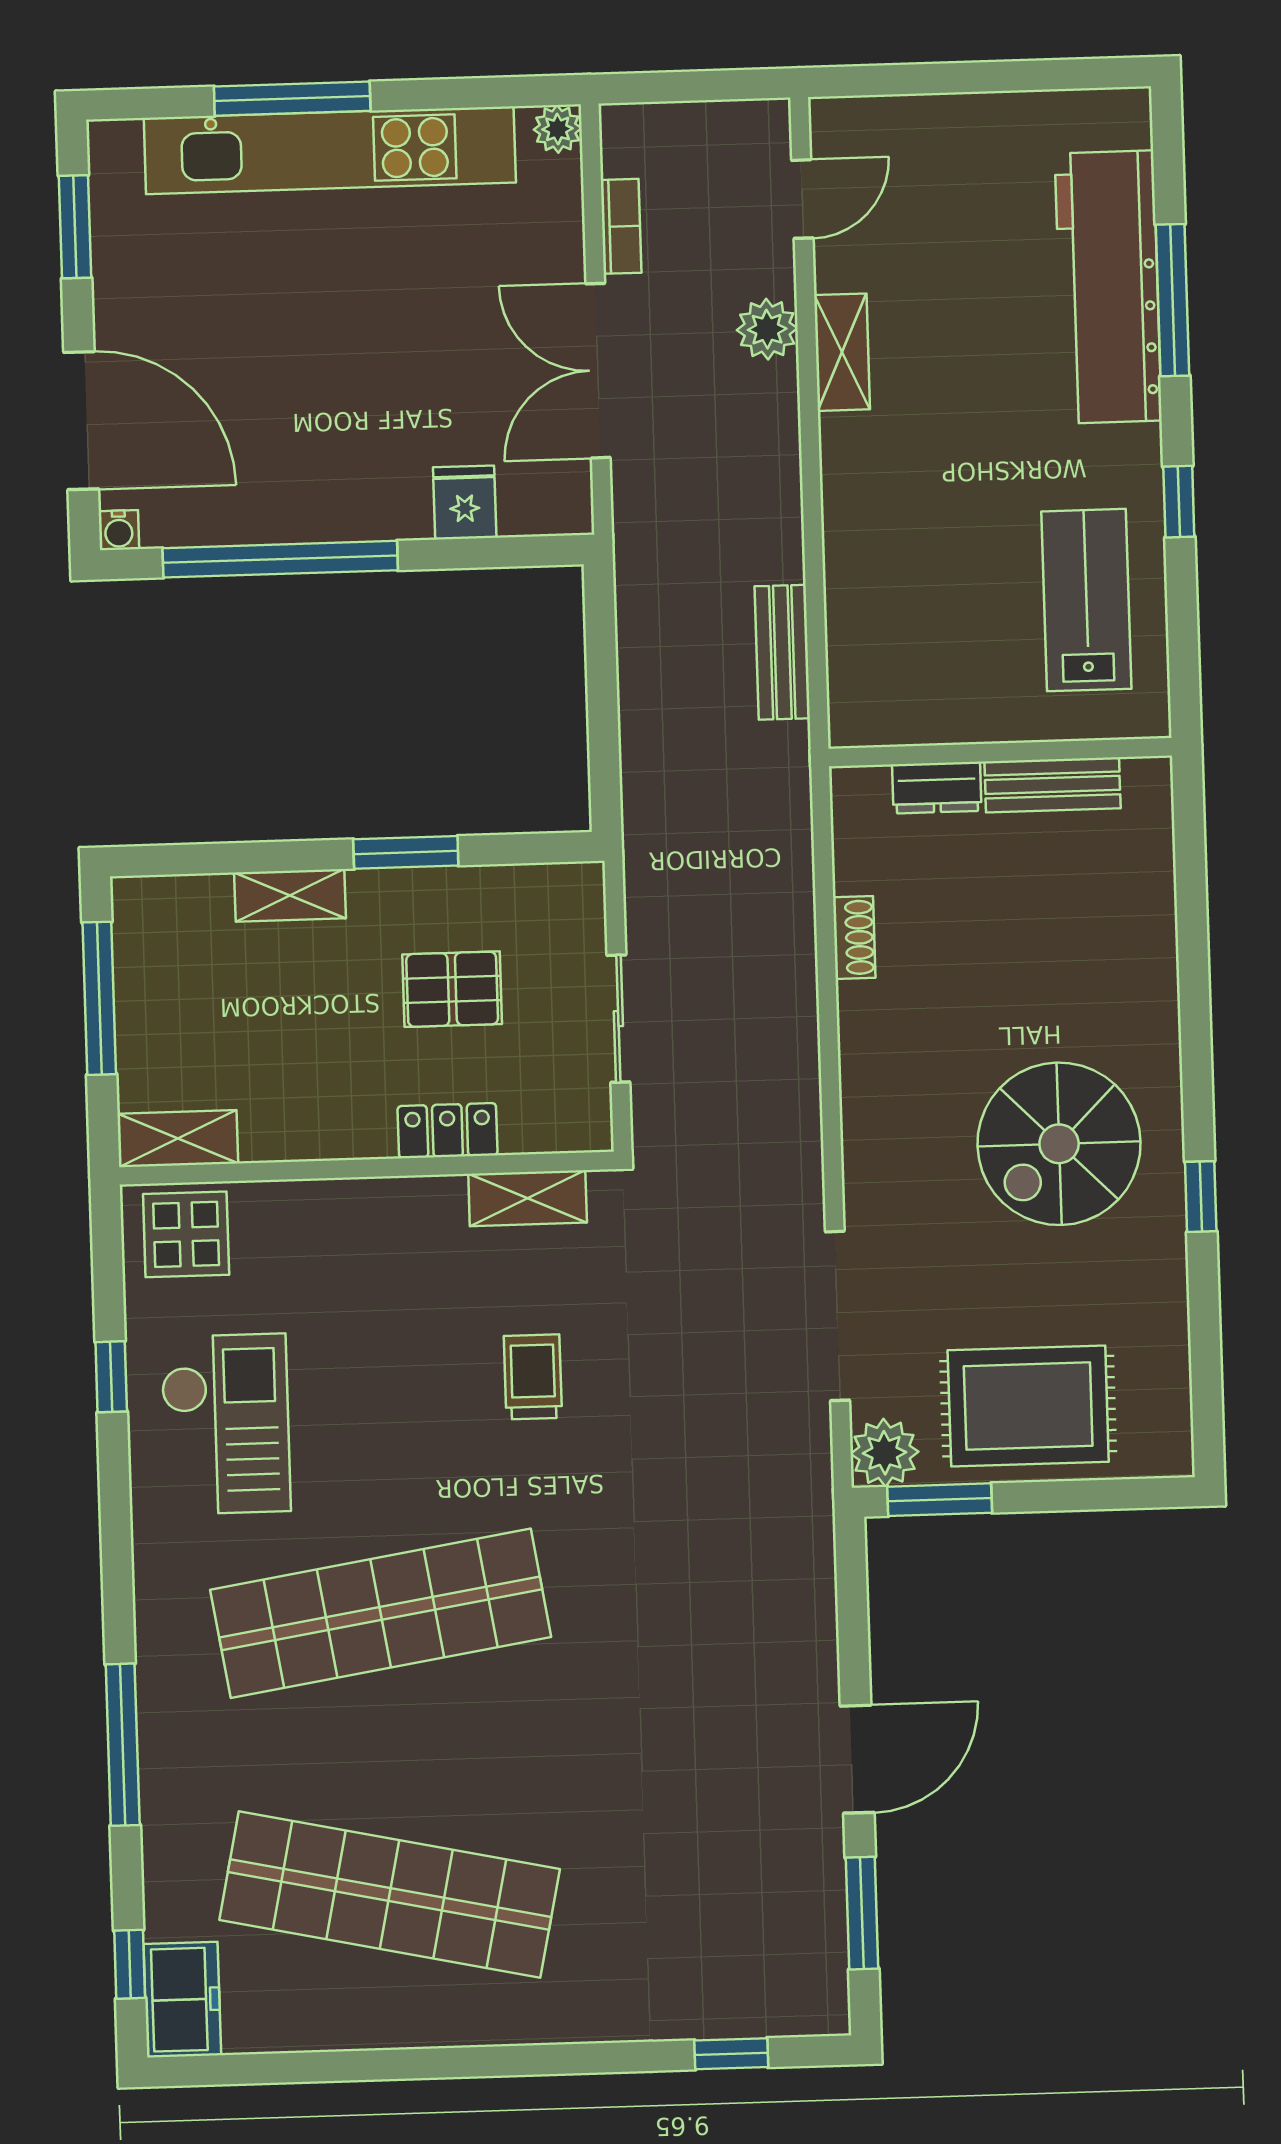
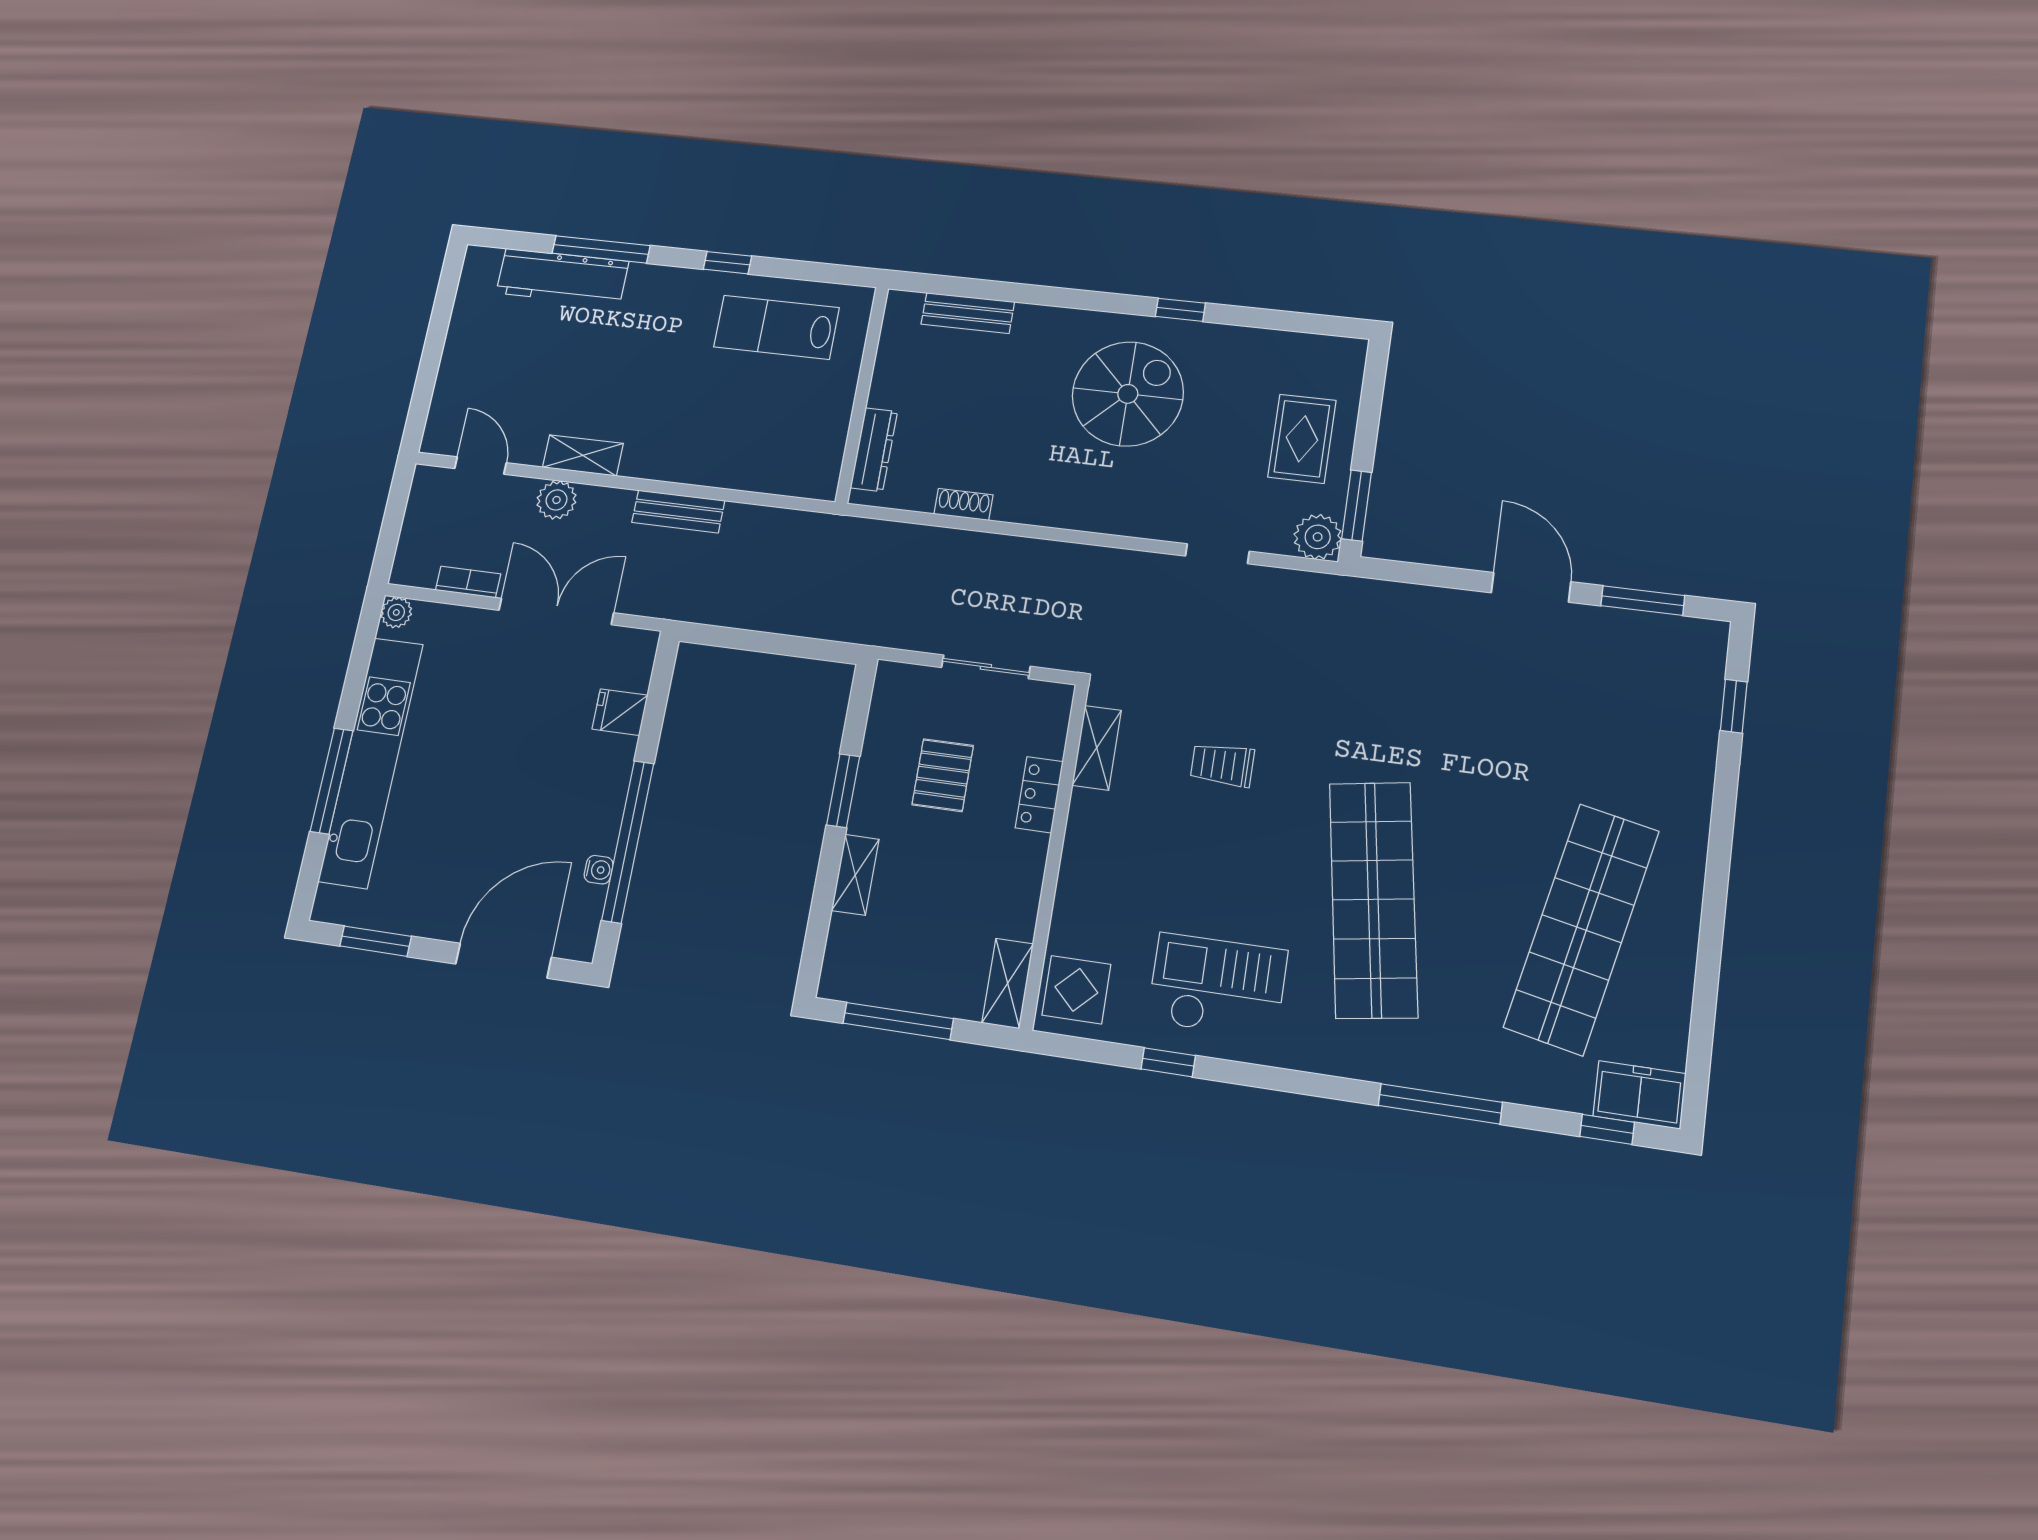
workbench: (1108, 287) -> (562, 277), width x0.73, depth x0.76
double door: (598, 371) -> (556, 611), swing flipped
water cooler: (119, 530) -> (599, 870), moved
bench: (782, 652) -> (678, 511), moved
bench: (1053, 785) -> (968, 313), moved, turned 90
dresser: (937, 788) -> (874, 450), width x1.44
spiral stairs: (1059, 1144) -> (1128, 394), turned -90
doorway: (837, 1316) -> (1217, 554), width x0.53
rug: (1028, 1406) -> (1302, 439), width x0.73, depth x0.70

